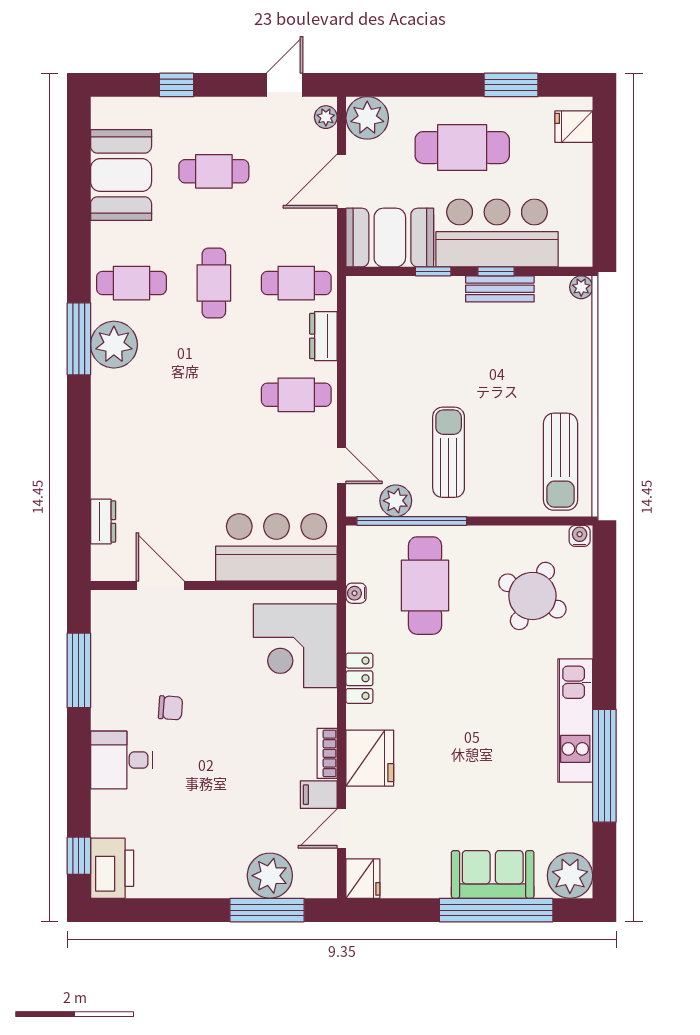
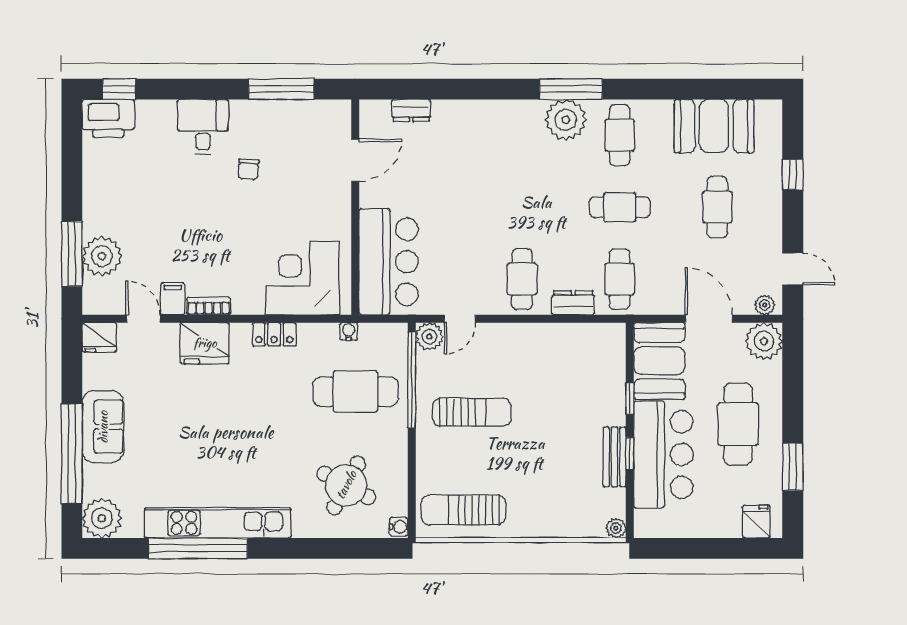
plant: (396, 501) -> (429, 336), moved
kitchen unit: (575, 720) -> (218, 523), width x1.36
sofa: (493, 874) -> (103, 427), moved

